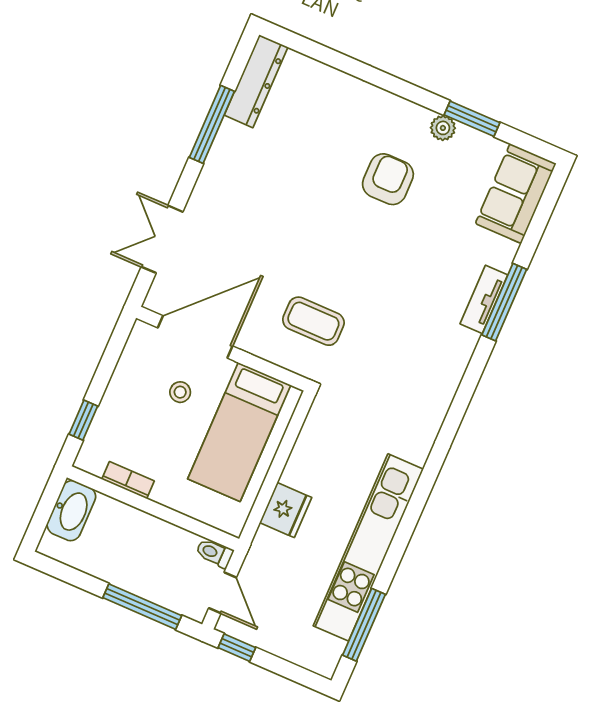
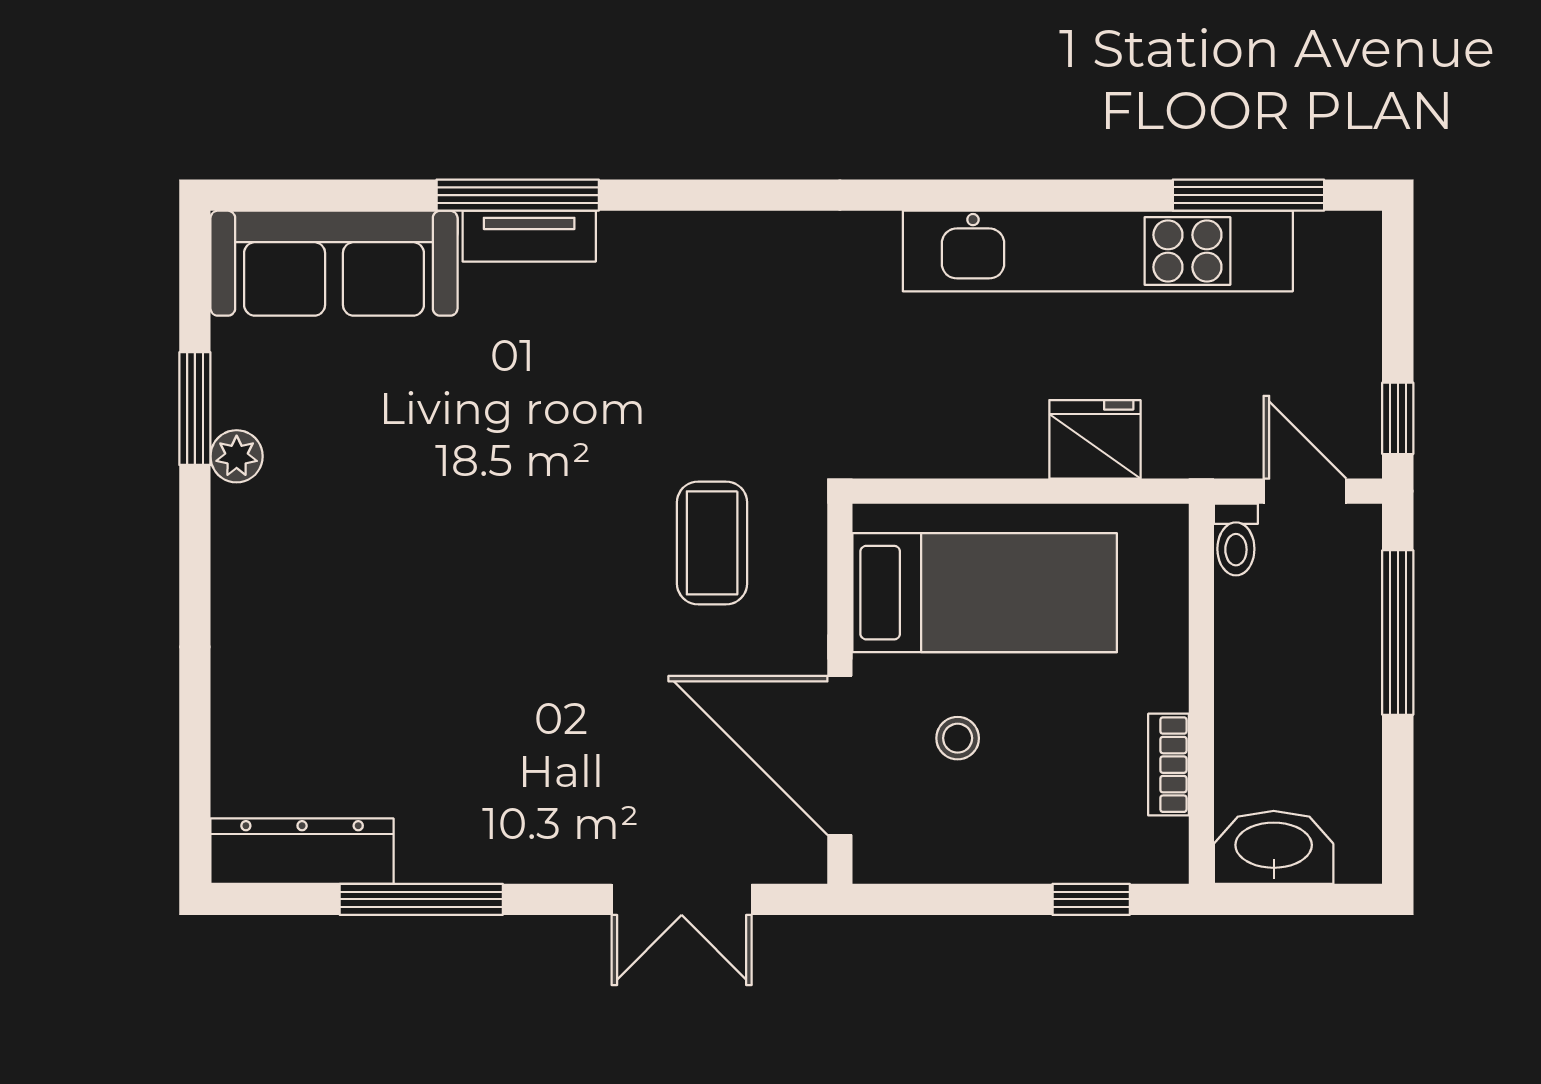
armchair: (388, 179) -> (380, 519), removed
sofa: (516, 194) -> (334, 263), width x1.36
door: (222, 593) -> (1305, 491), hinge flipped

